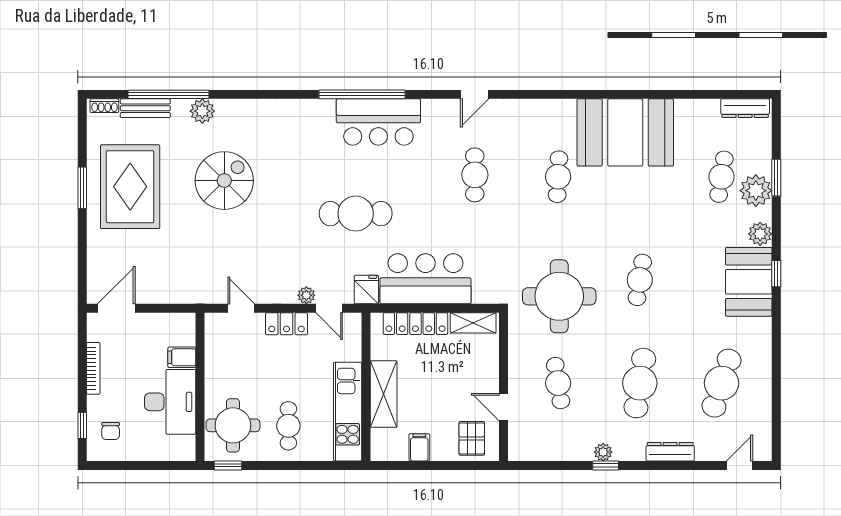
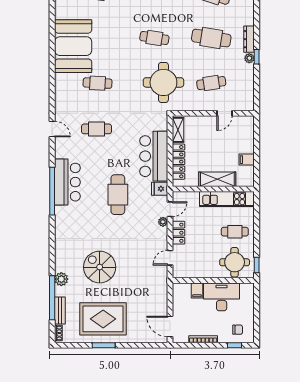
pallet: (472, 438) -> (242, 131), removed
dresser: (670, 452) -> (249, 39), moved

